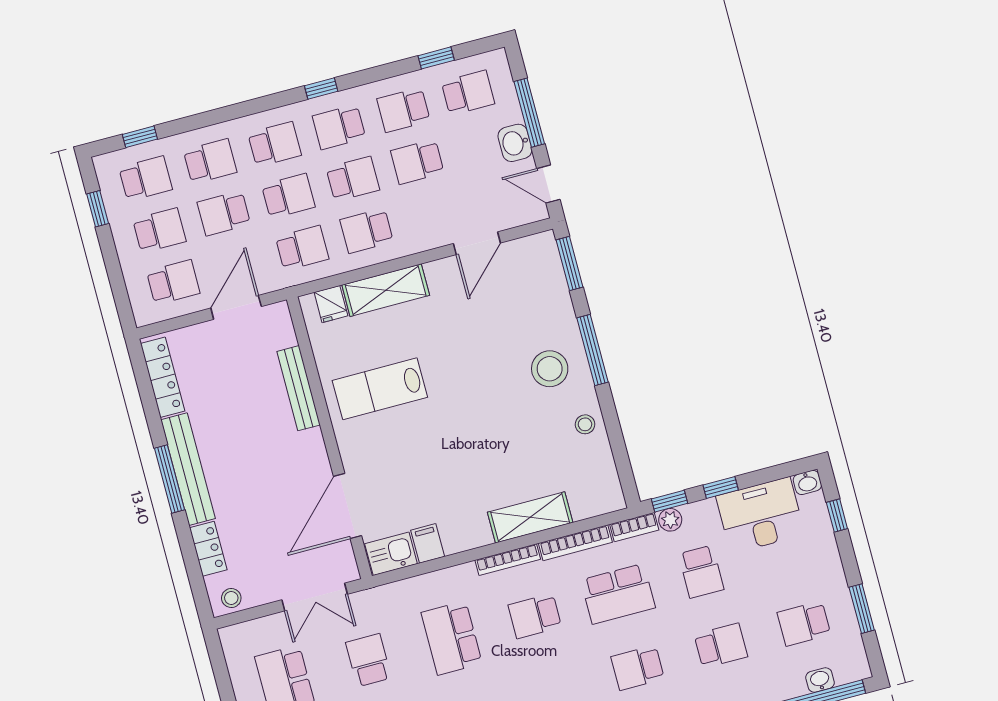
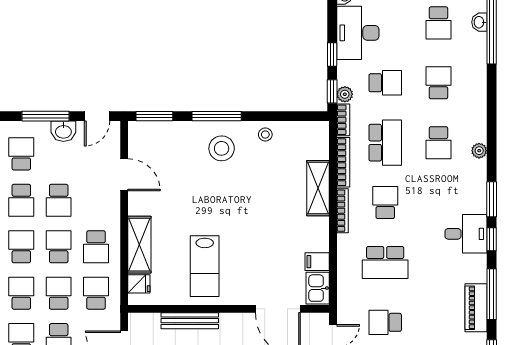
school desk: (339, 127) -> (21, 247), turned 180
school desk: (535, 616) -> (385, 203), turned 180

